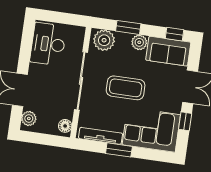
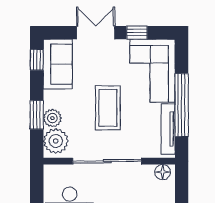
plant: (139, 42) -> (52, 118), moved
window: (119, 150) -> (182, 105), width x2.11

